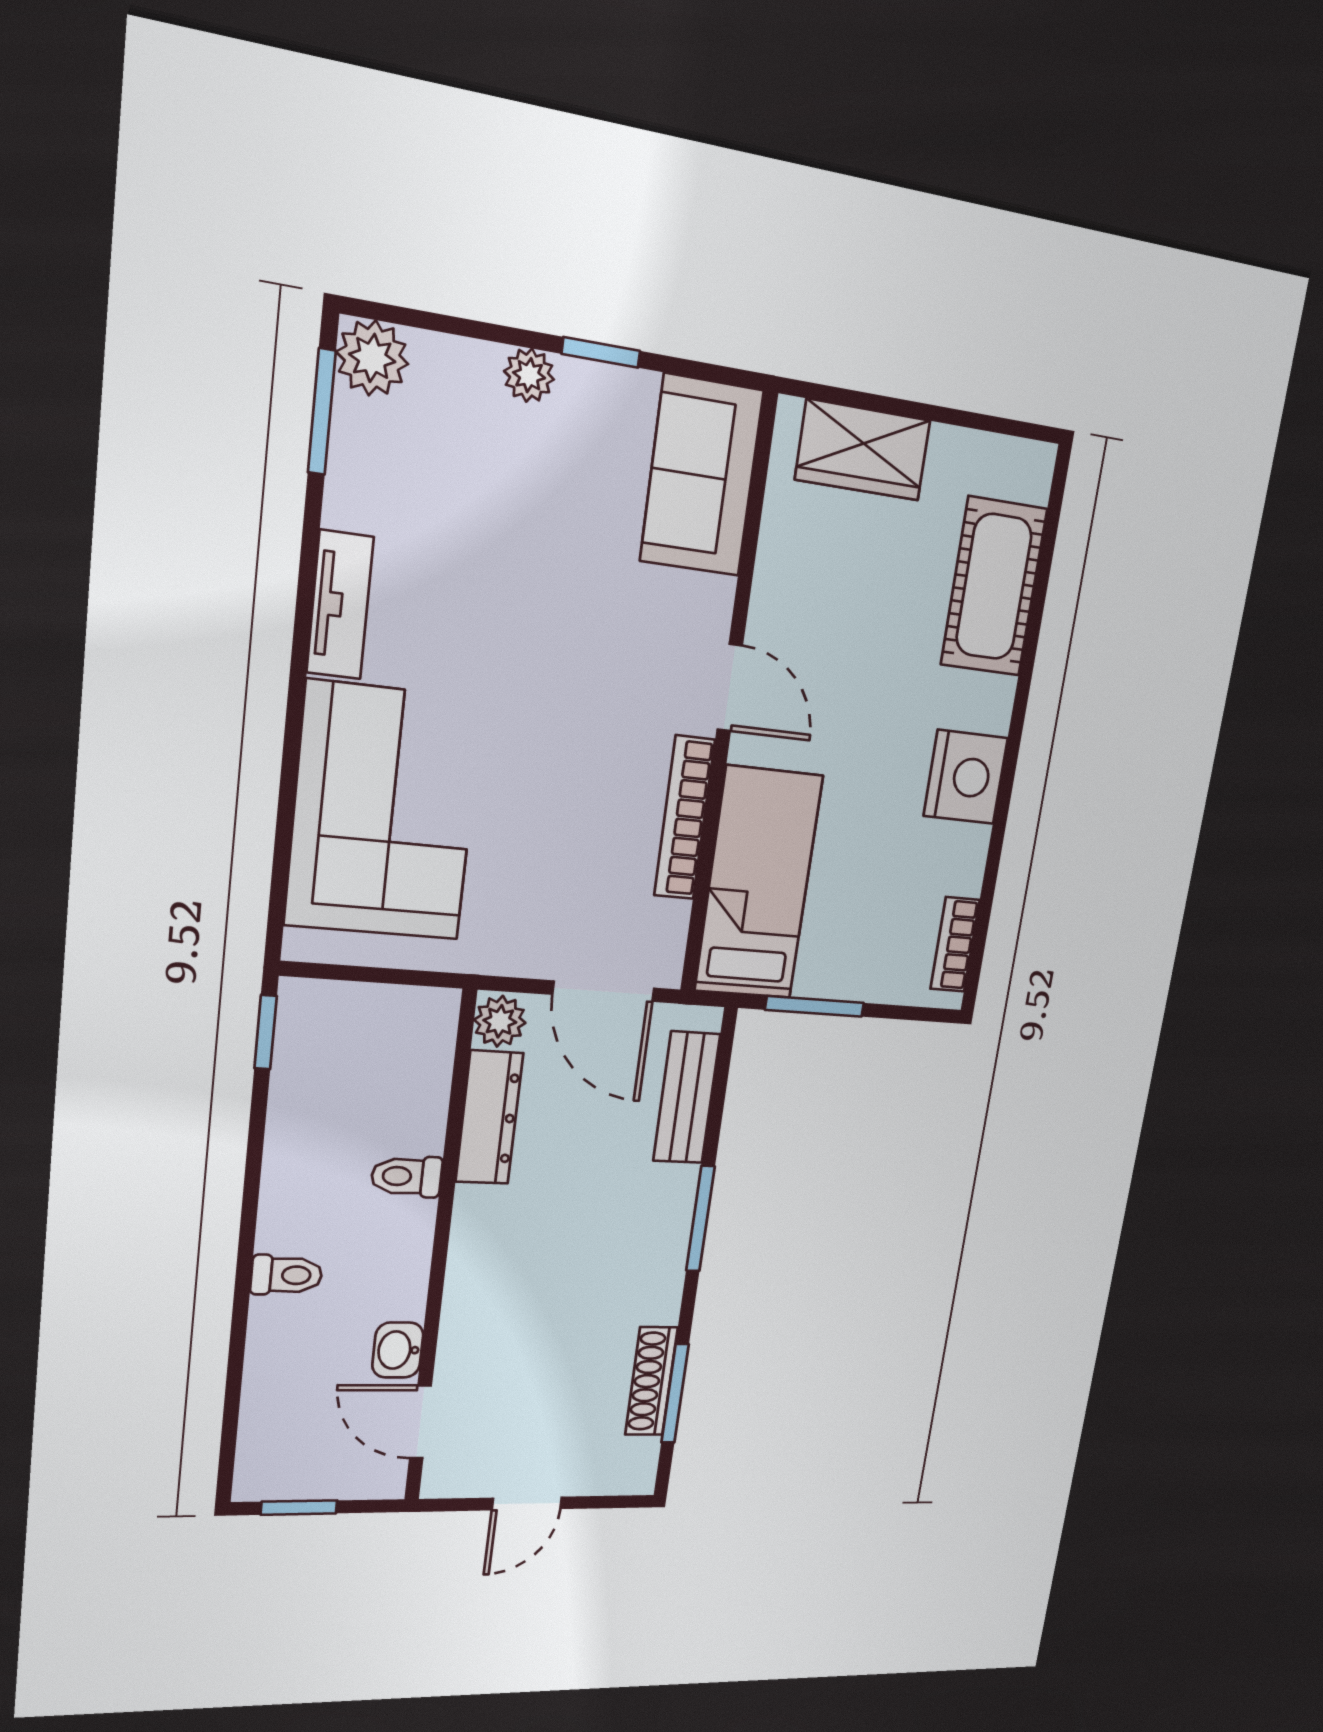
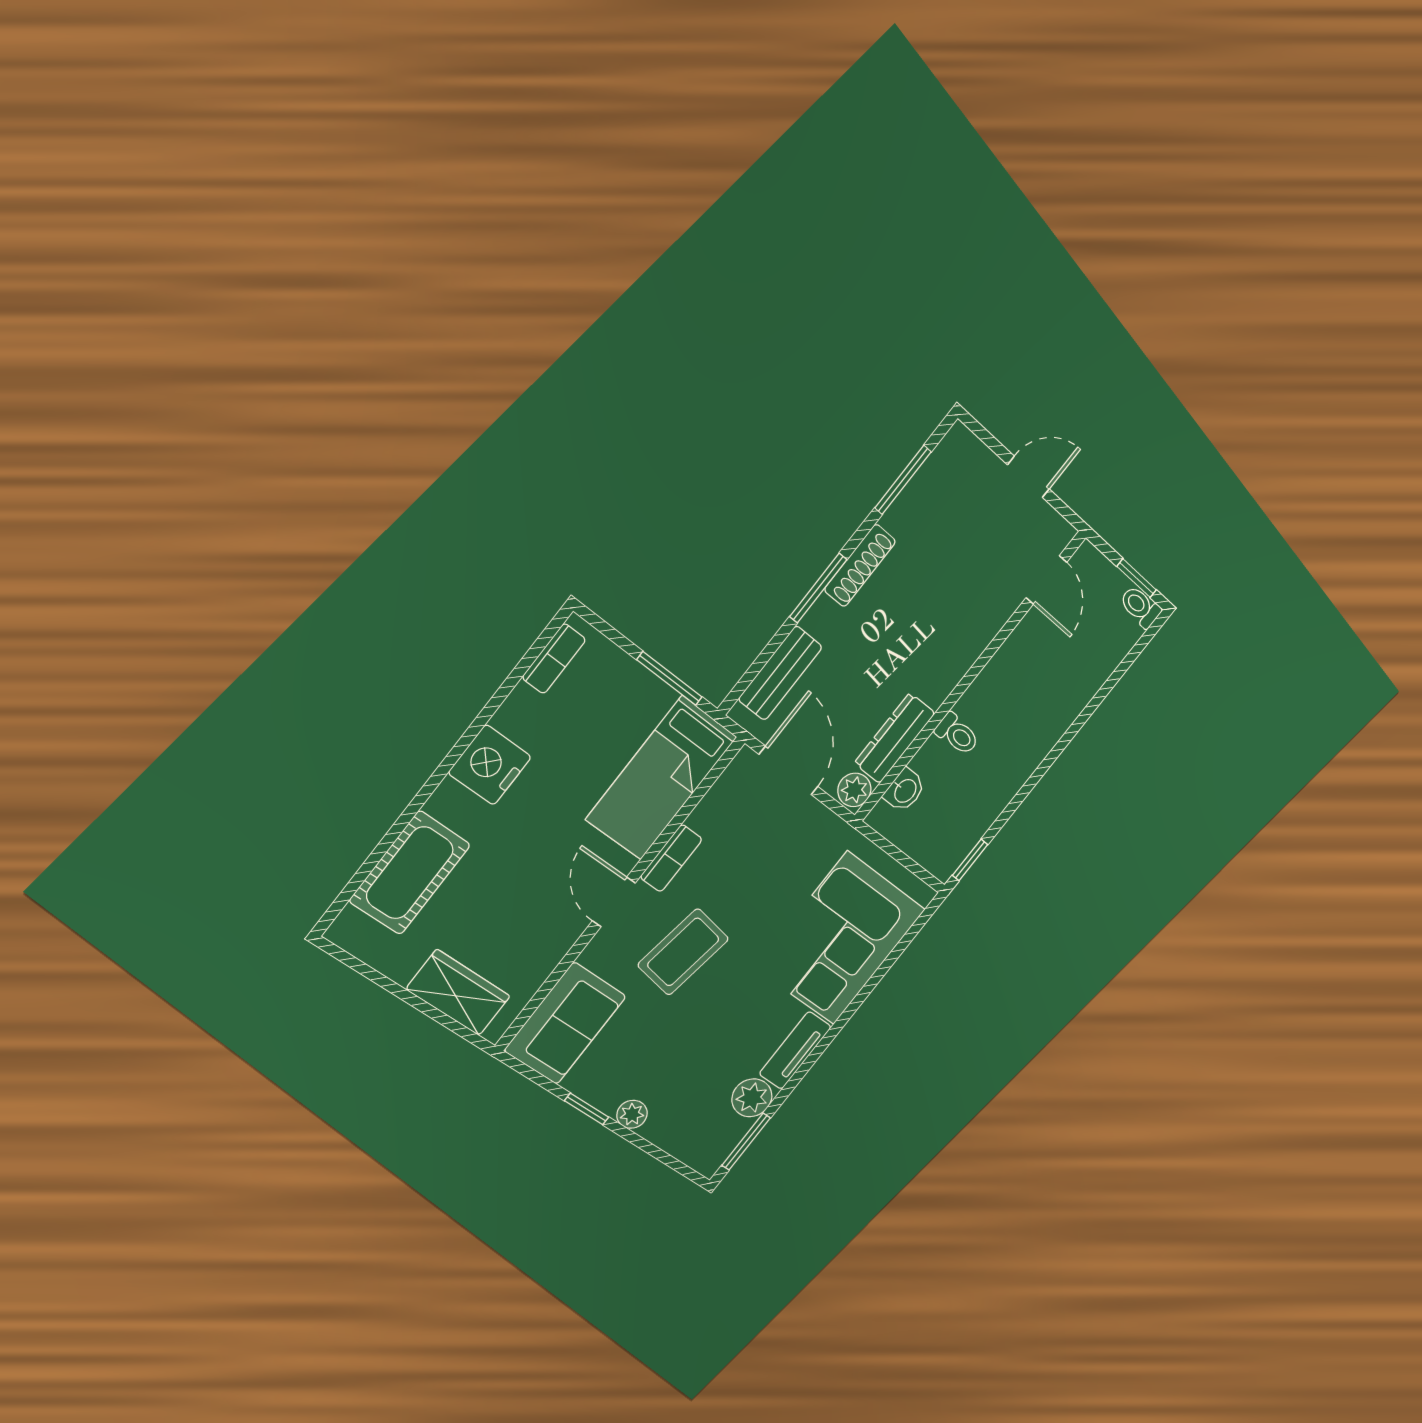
plant: (372, 358) -> (752, 1098), moved
coffee table: (598, 668) -> (683, 952), added
bookcase: (685, 818) -> (671, 858), width x0.64
toilet: (287, 1275) -> (1140, 607), moved
washbasin: (398, 1350) -> (905, 790), moved
shoe rack: (651, 1381) -> (860, 566), moved

